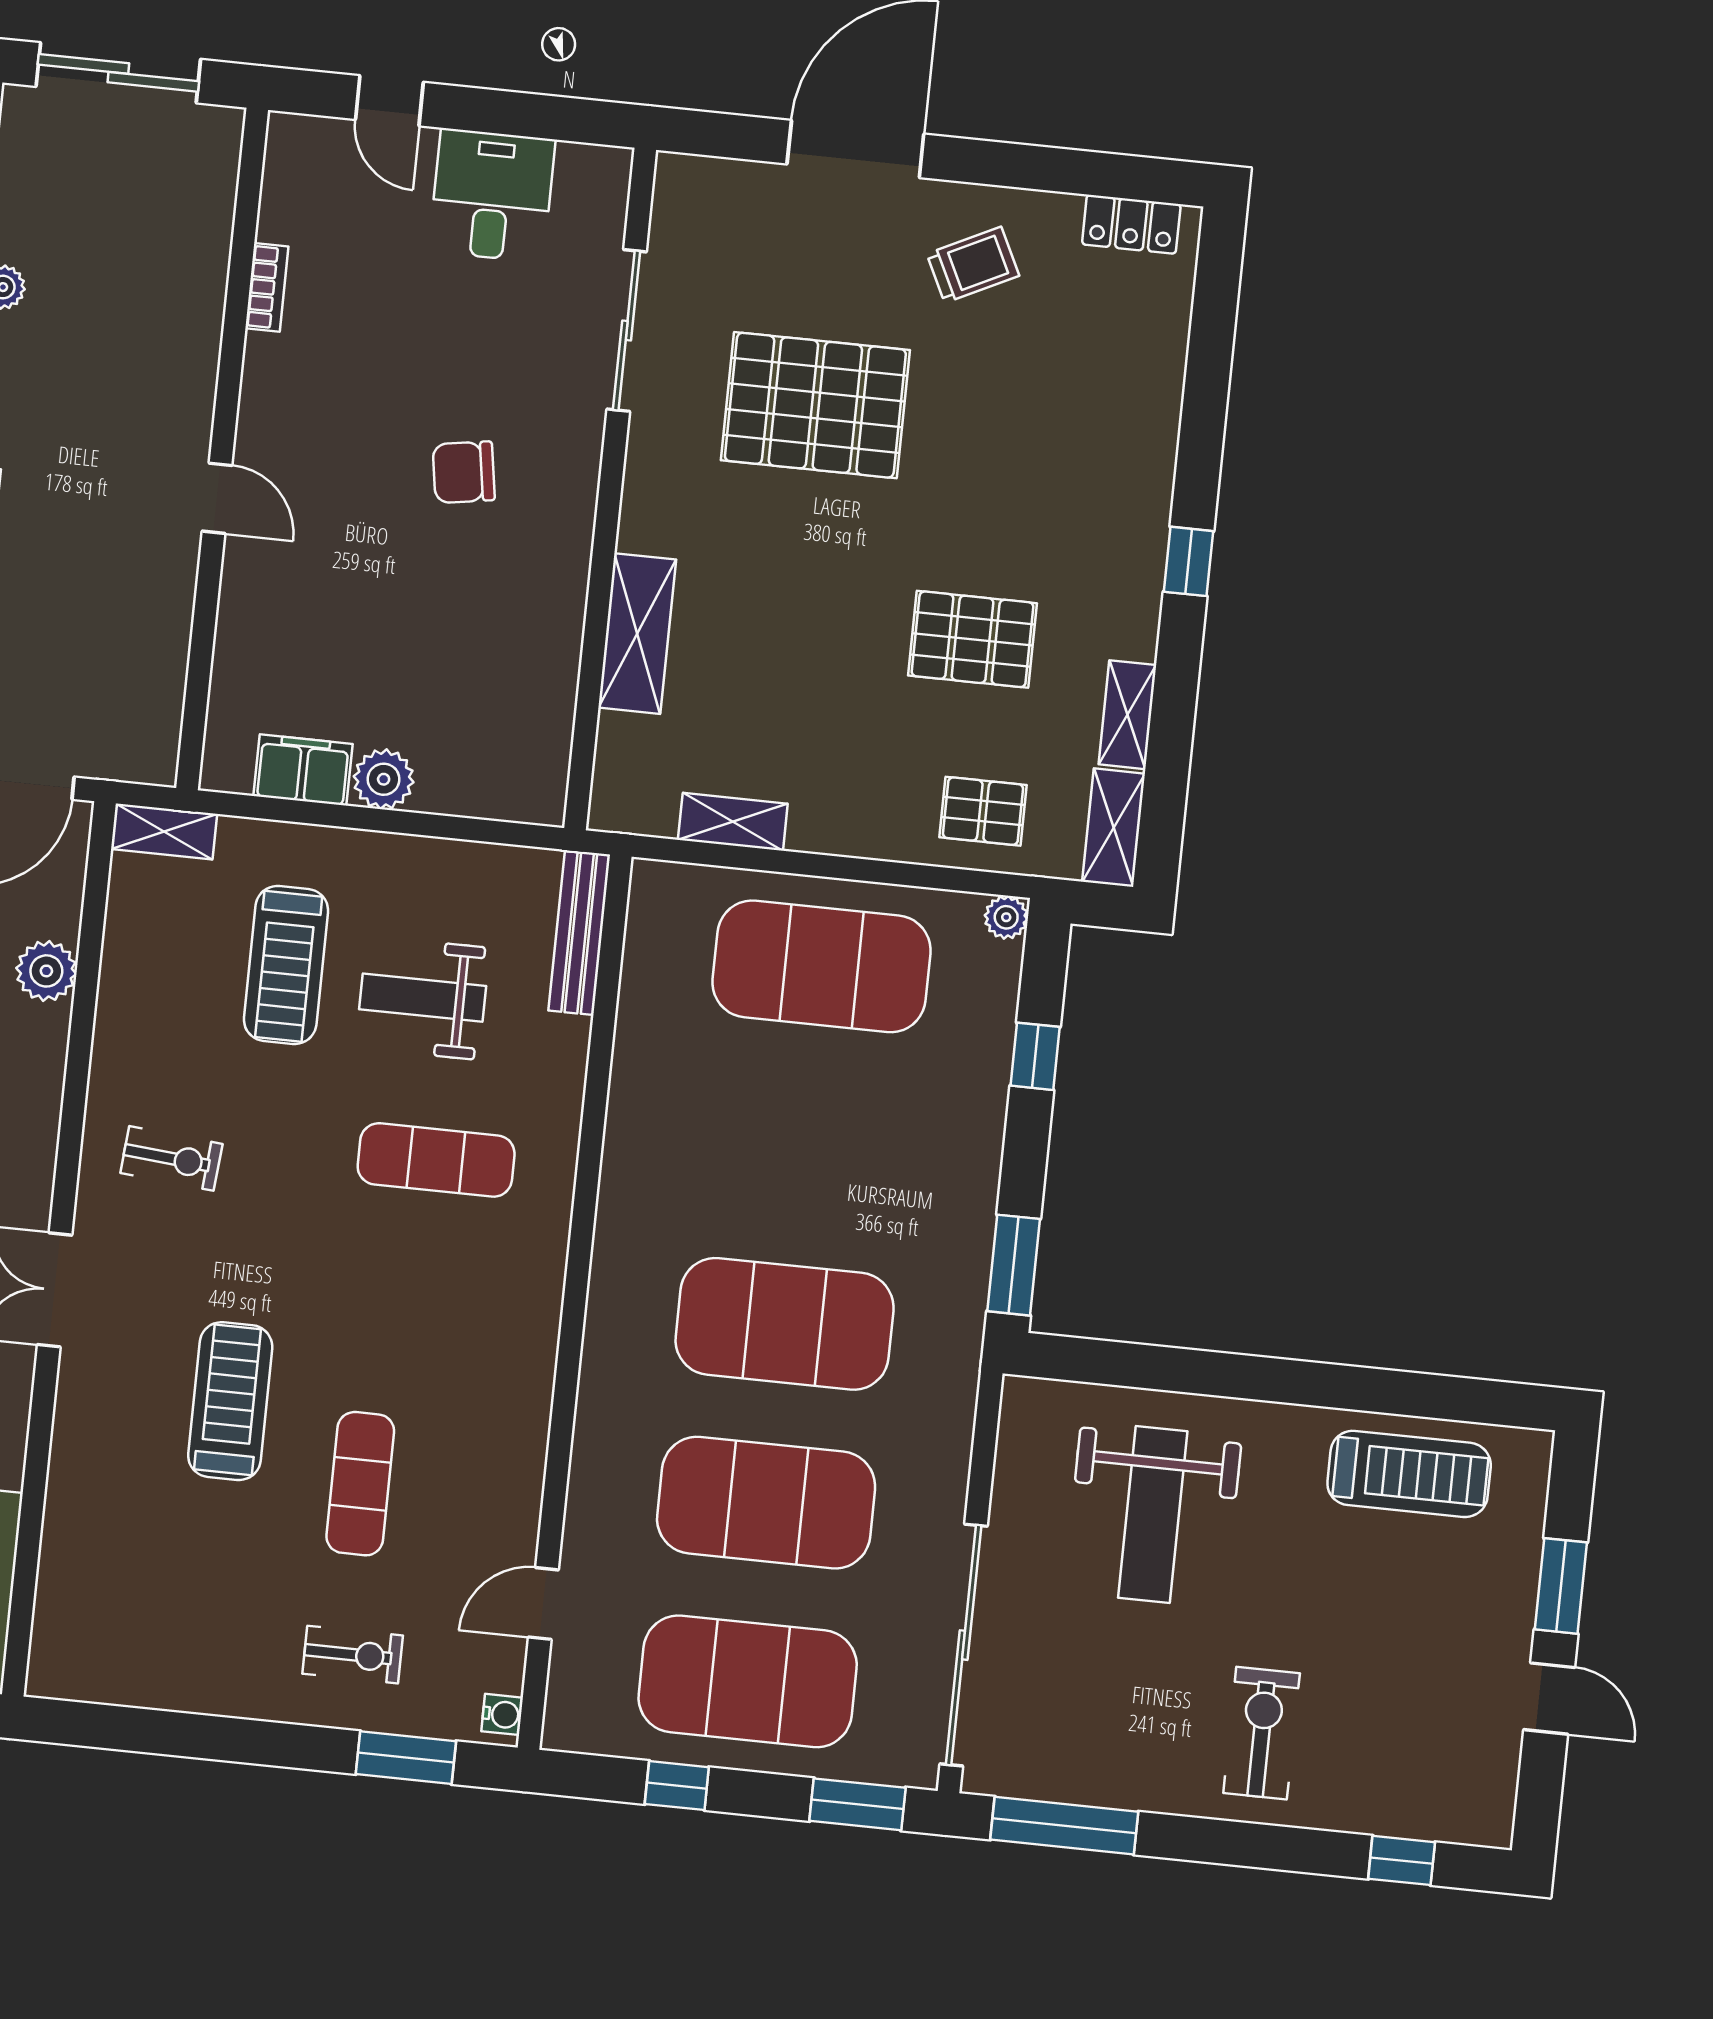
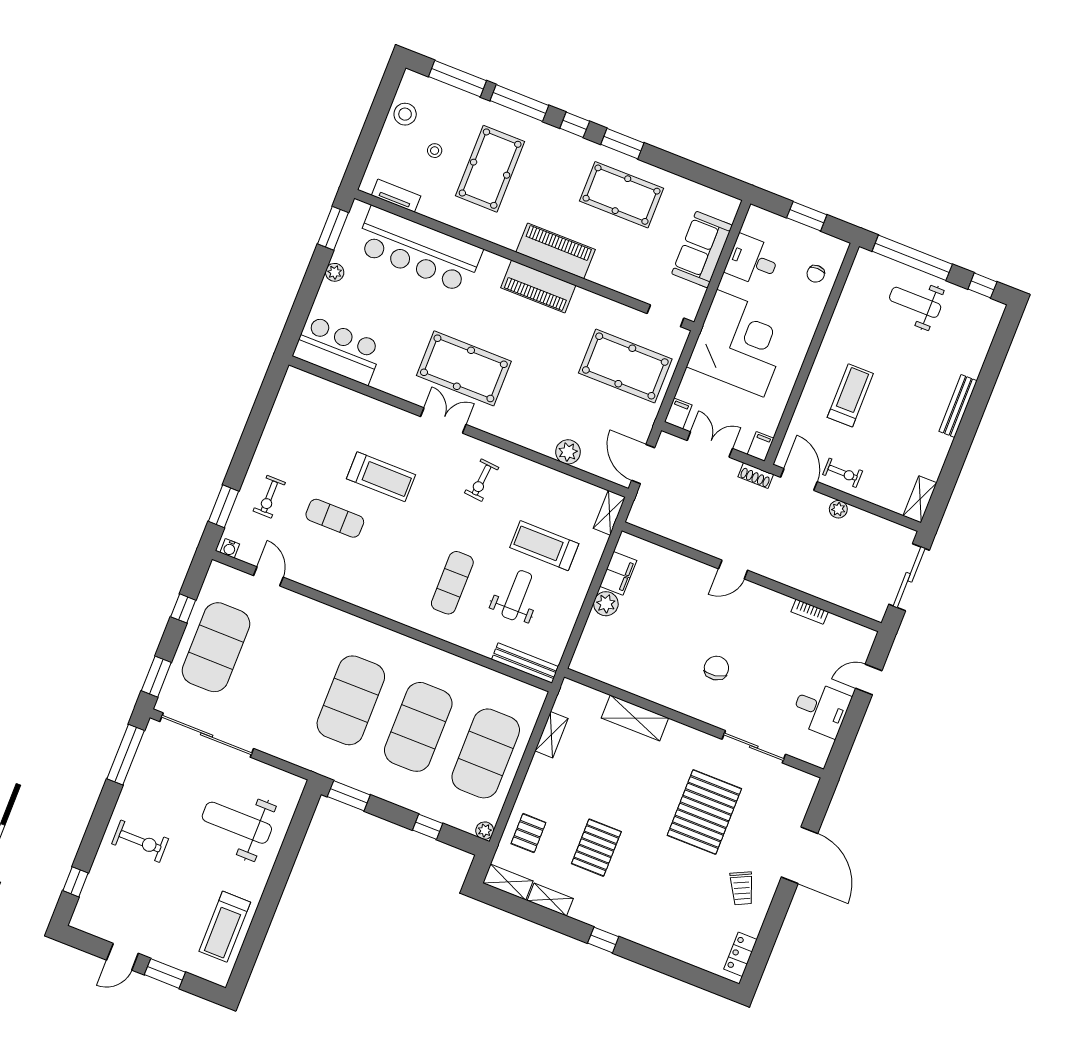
exercise mat: (766, 1503) -> (418, 727), moved

